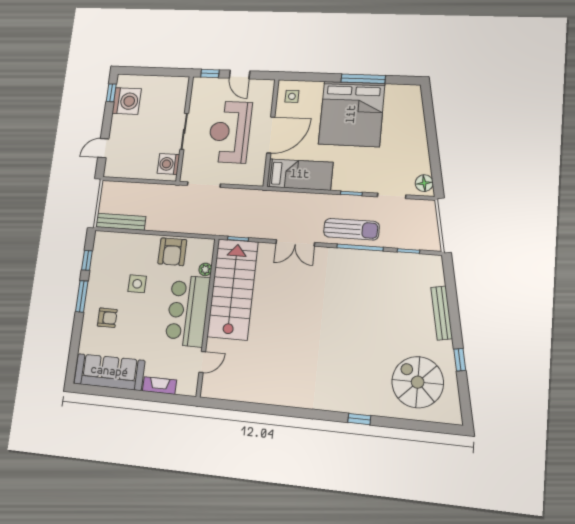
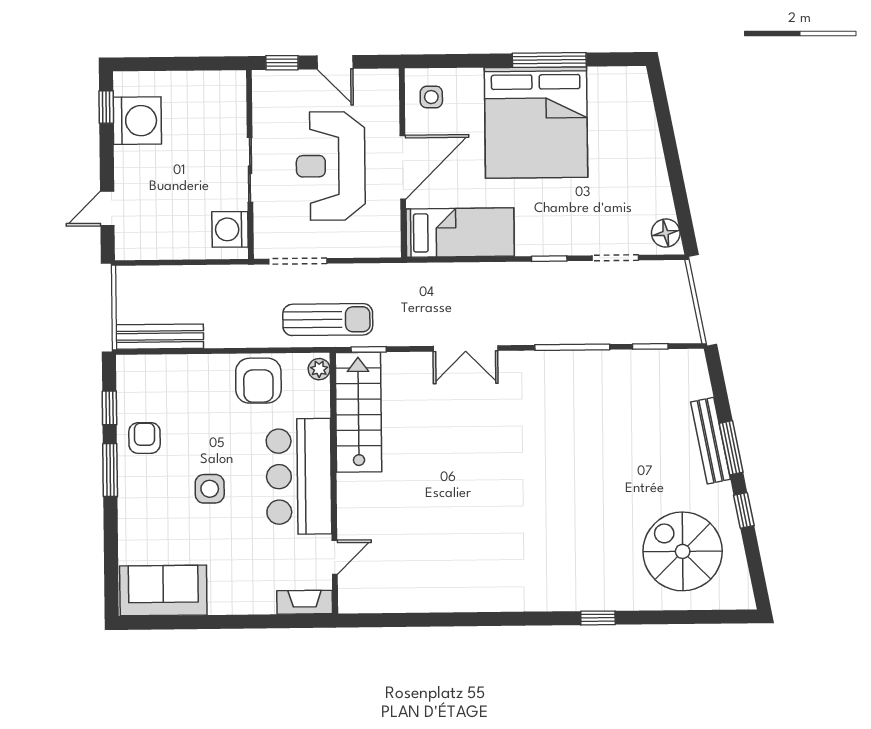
sun lounger: (351, 229) -> (328, 320), moved
plant: (205, 269) -> (319, 369), moved
side table: (137, 284) -> (210, 489), moved
stairs: (233, 289) -> (359, 412), width x0.73, depth x0.66
armchair: (107, 318) -> (145, 438), moved, turned -90
window: (455, 319) -> (731, 448), added
sofa: (109, 372) -> (163, 590), width x0.73
fireplace: (159, 386) -> (305, 602), moved

